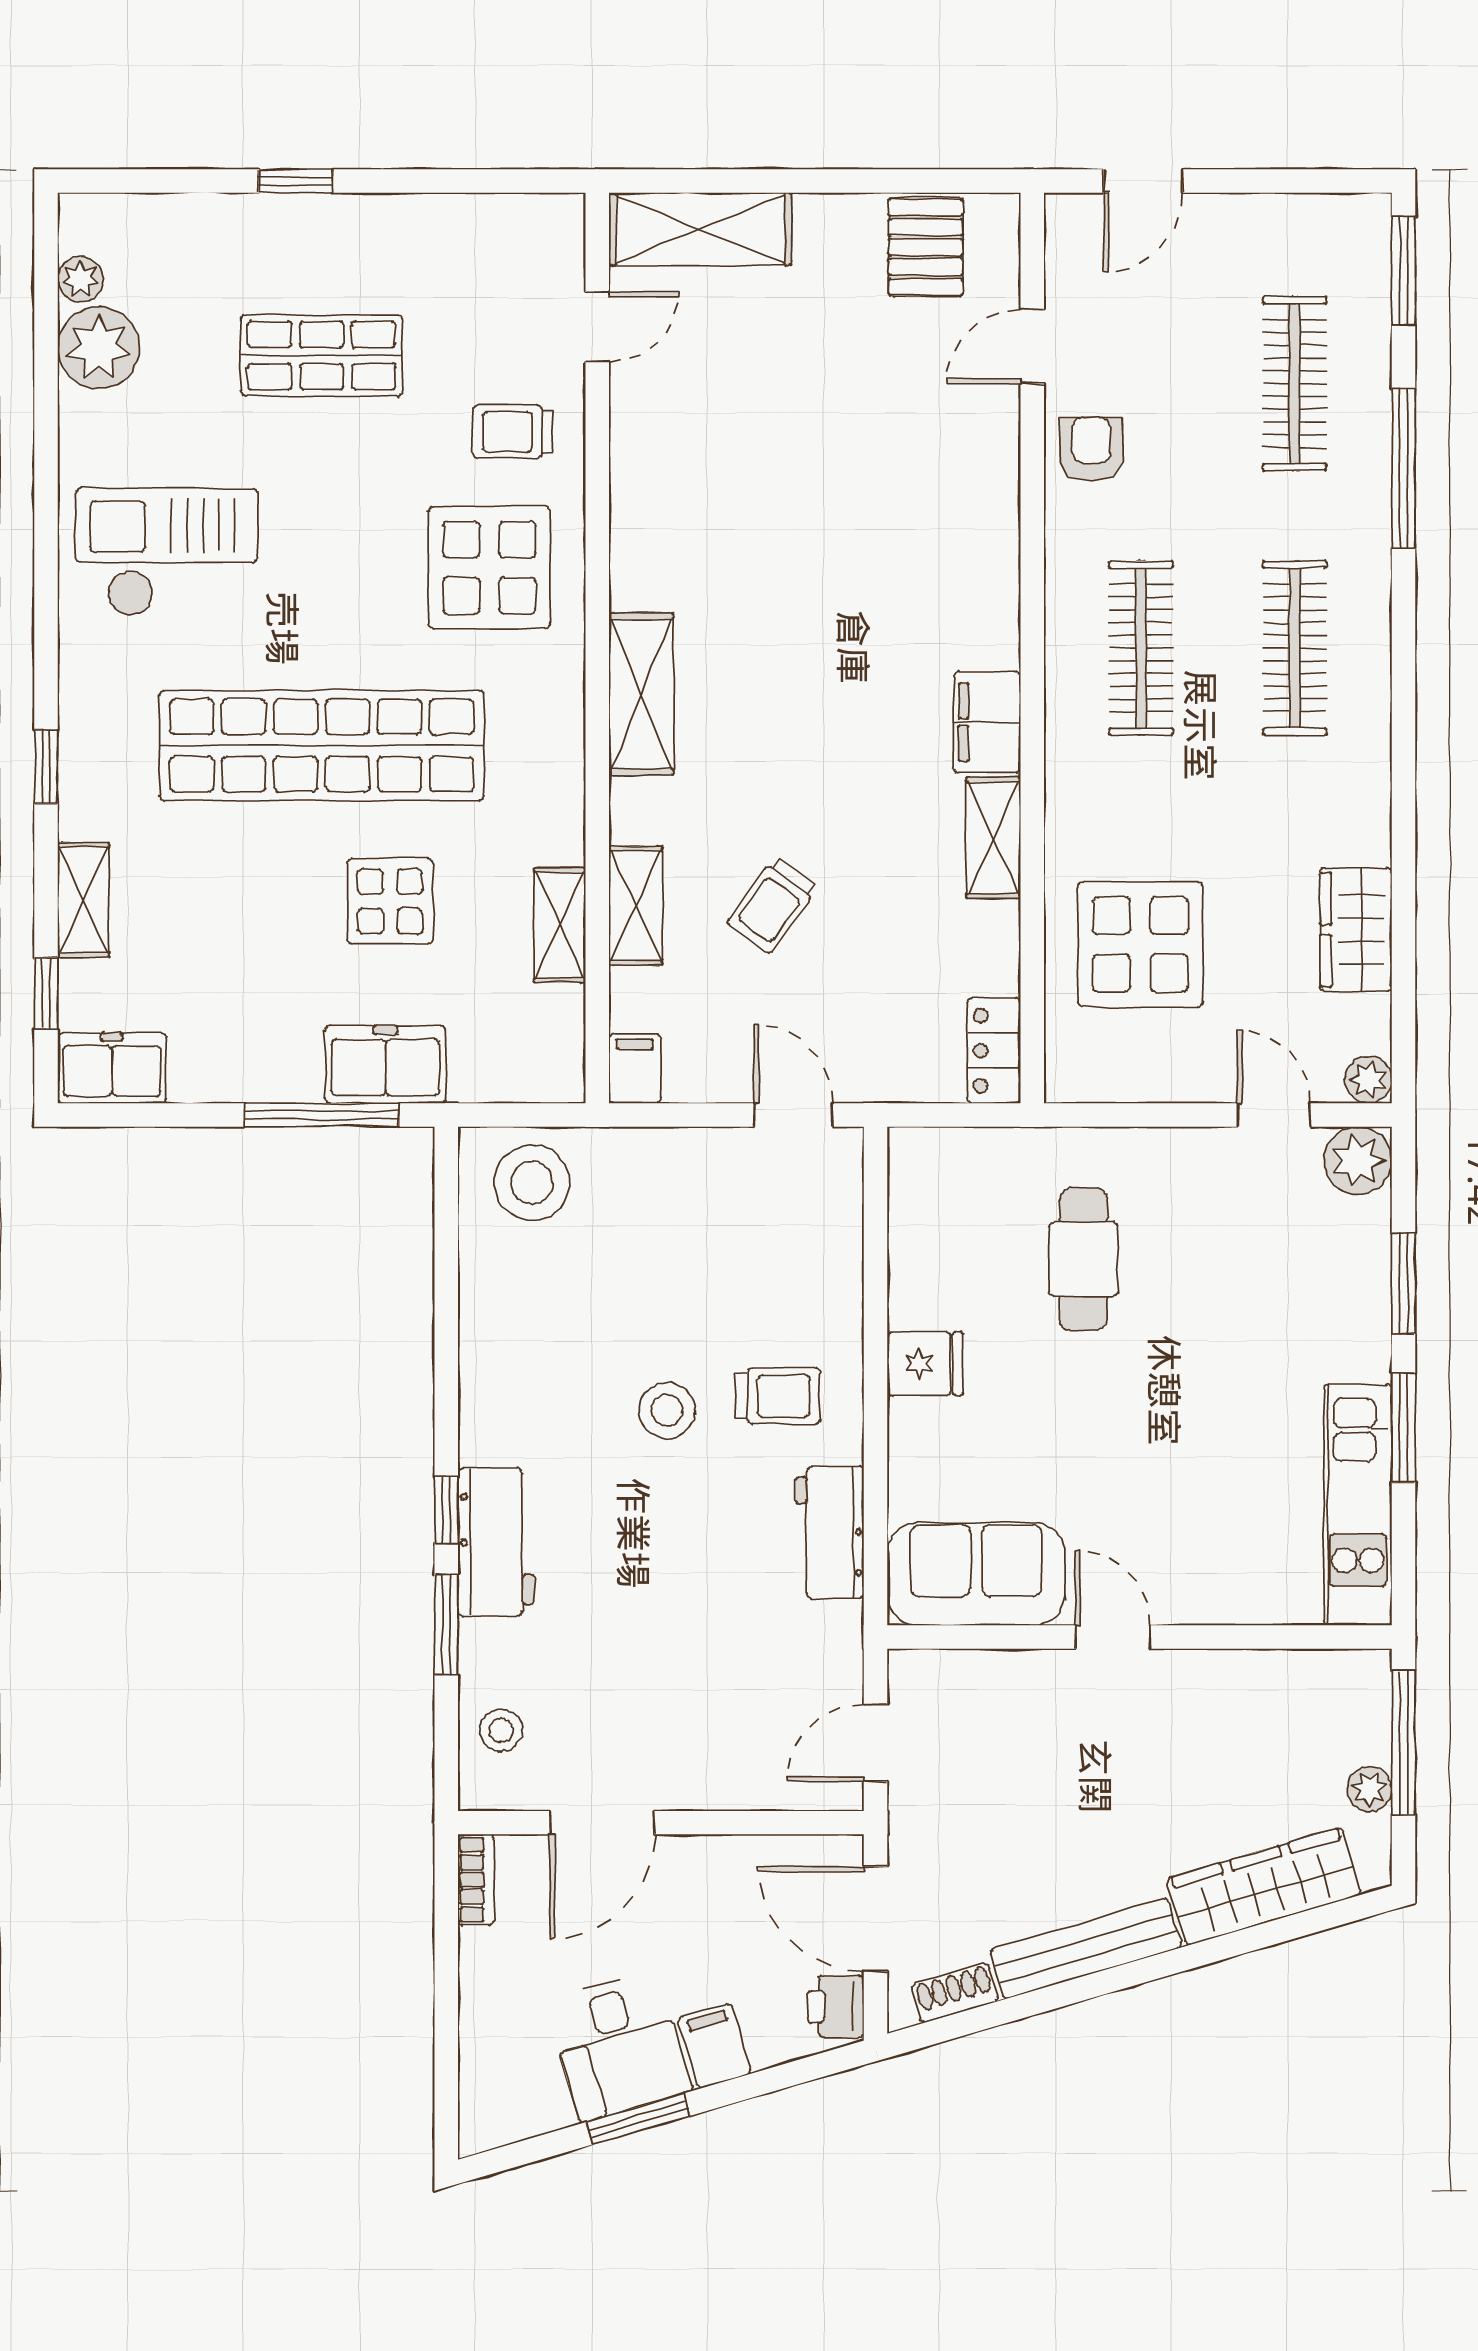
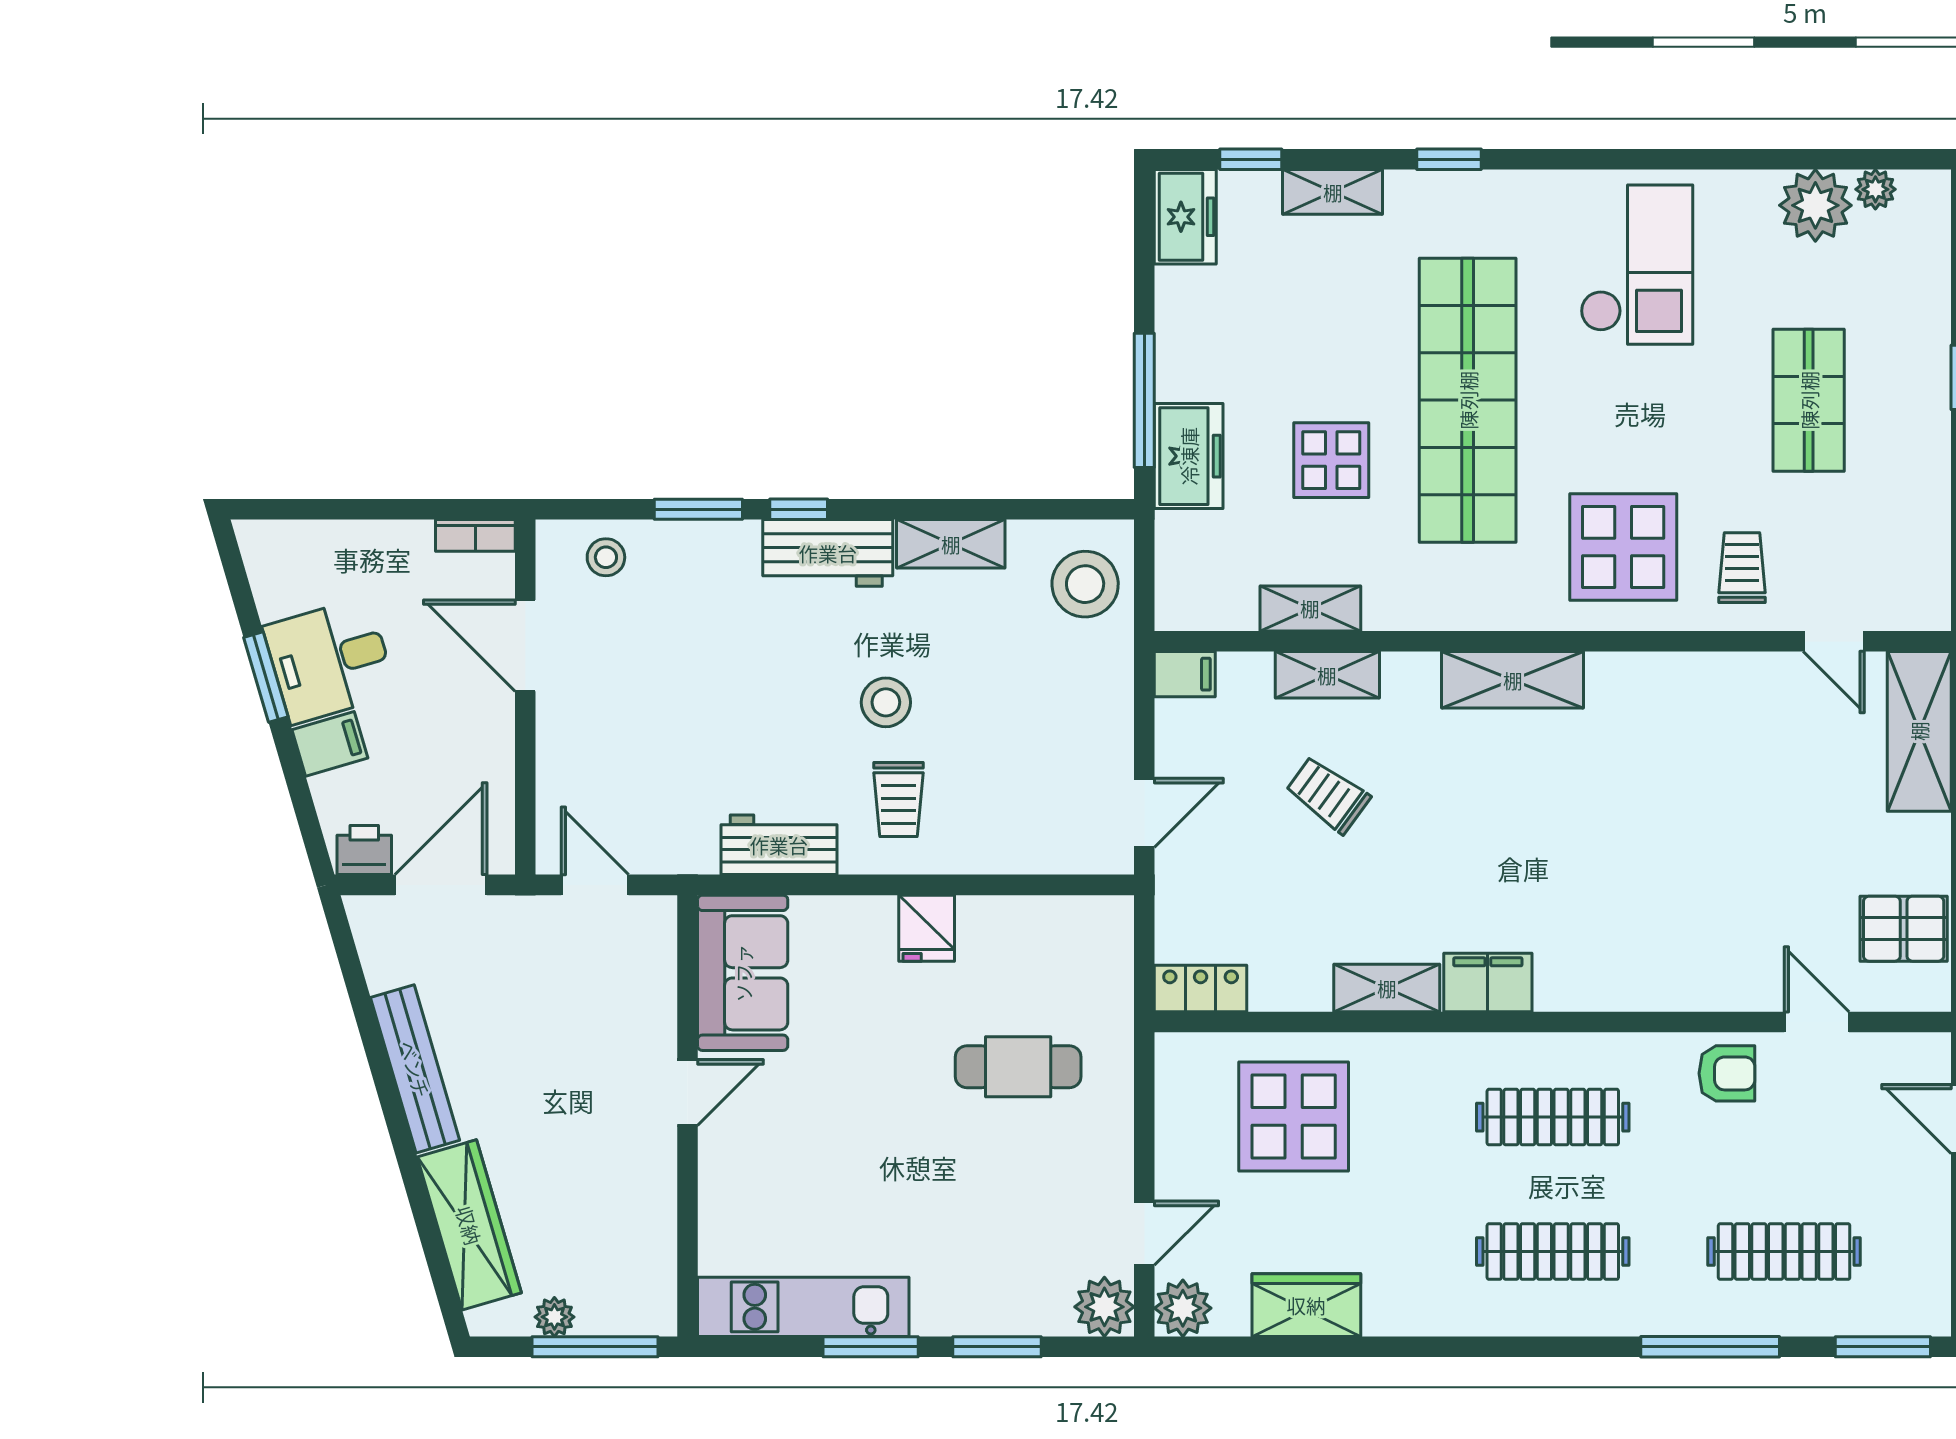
plant: (1368, 1080) -> (1183, 1308), width x1.38, depth x1.38
shelving: (486, 1336) -> (951, 544), added
workbench: (496, 1542) -> (828, 553), moved
shoe rack: (955, 1993) -> (376, 954), removed

